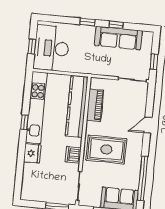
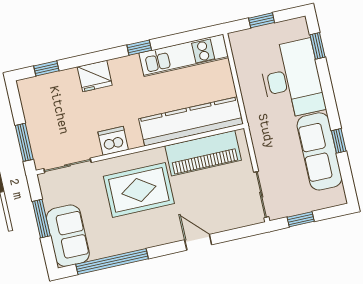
window: (88, 22) -> (318, 46), moved
desk: (51, 48) -> (292, 79), moved, turned 90
piano: (95, 105) -> (203, 153), width x1.37, depth x1.33
kitchen unit: (36, 108) -> (184, 55), width x0.73
rug: (106, 149) -> (139, 190), turned 90
window: (19, 180) -> (46, 68), added

